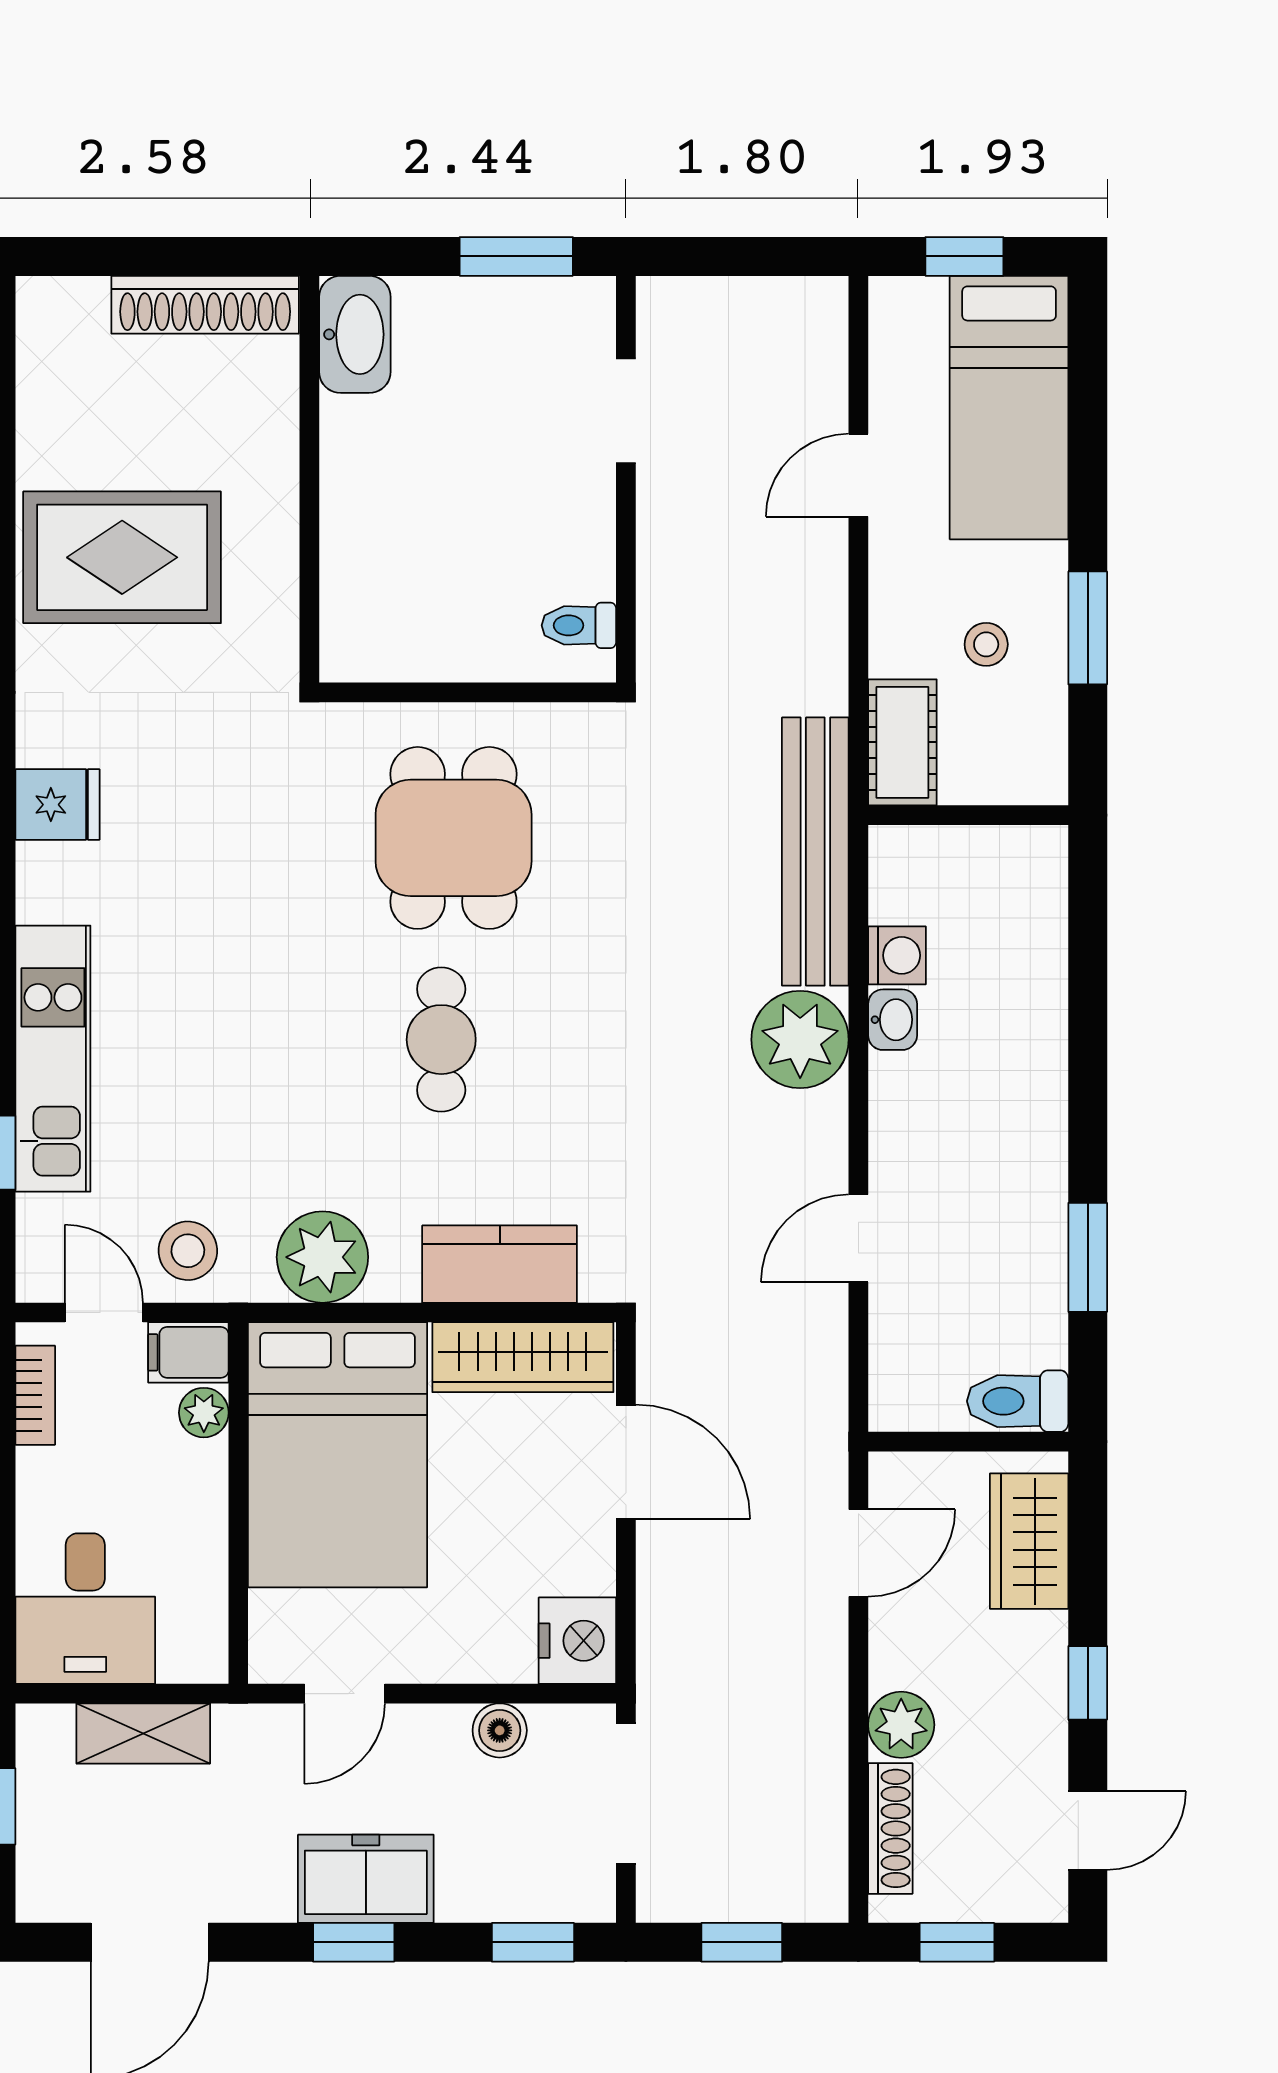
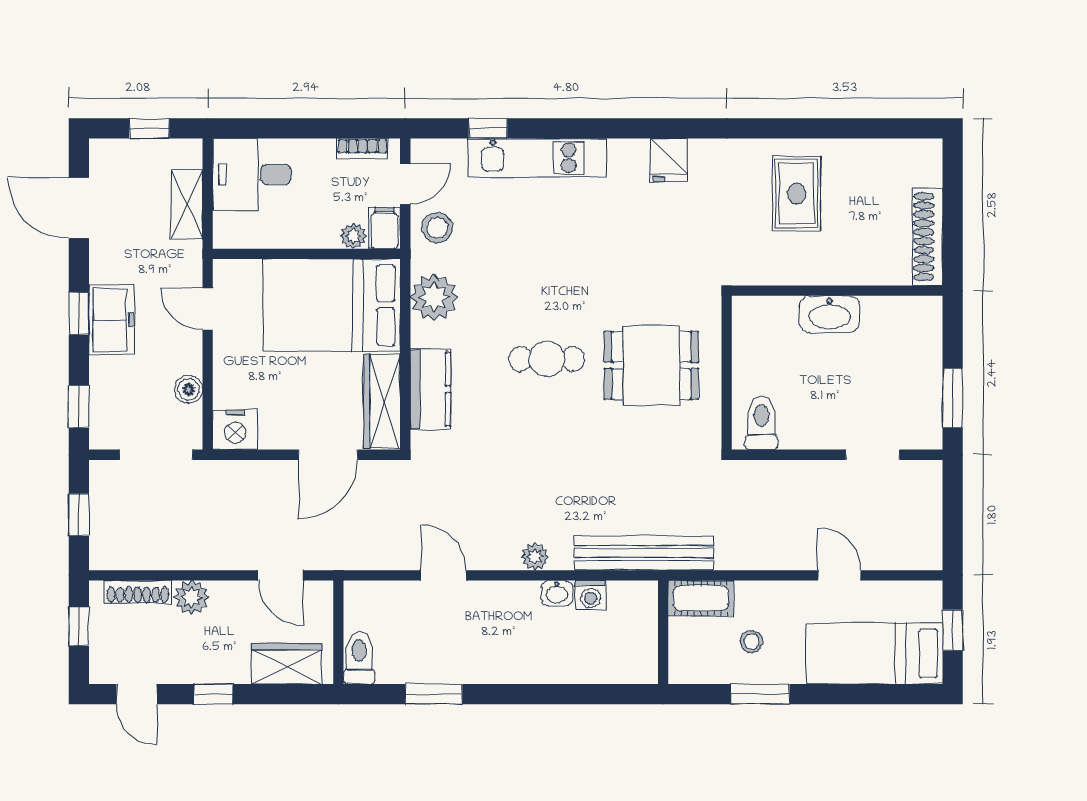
washbasin: (355, 334) -> (829, 314), moved
rug: (122, 557) -> (797, 194), width x0.73, depth x0.70
toilet: (579, 625) -> (761, 423), width x1.37, depth x1.39
plant: (800, 1040) -> (535, 557), width x0.53, depth x0.53

